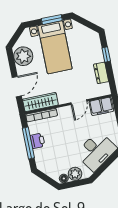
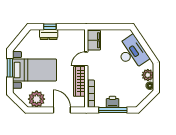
dresser: (101, 73) -> (49, 34), moved
wardrobe: (40, 102) -> (79, 81), moved
door: (79, 102) -> (86, 59), swing flipped

